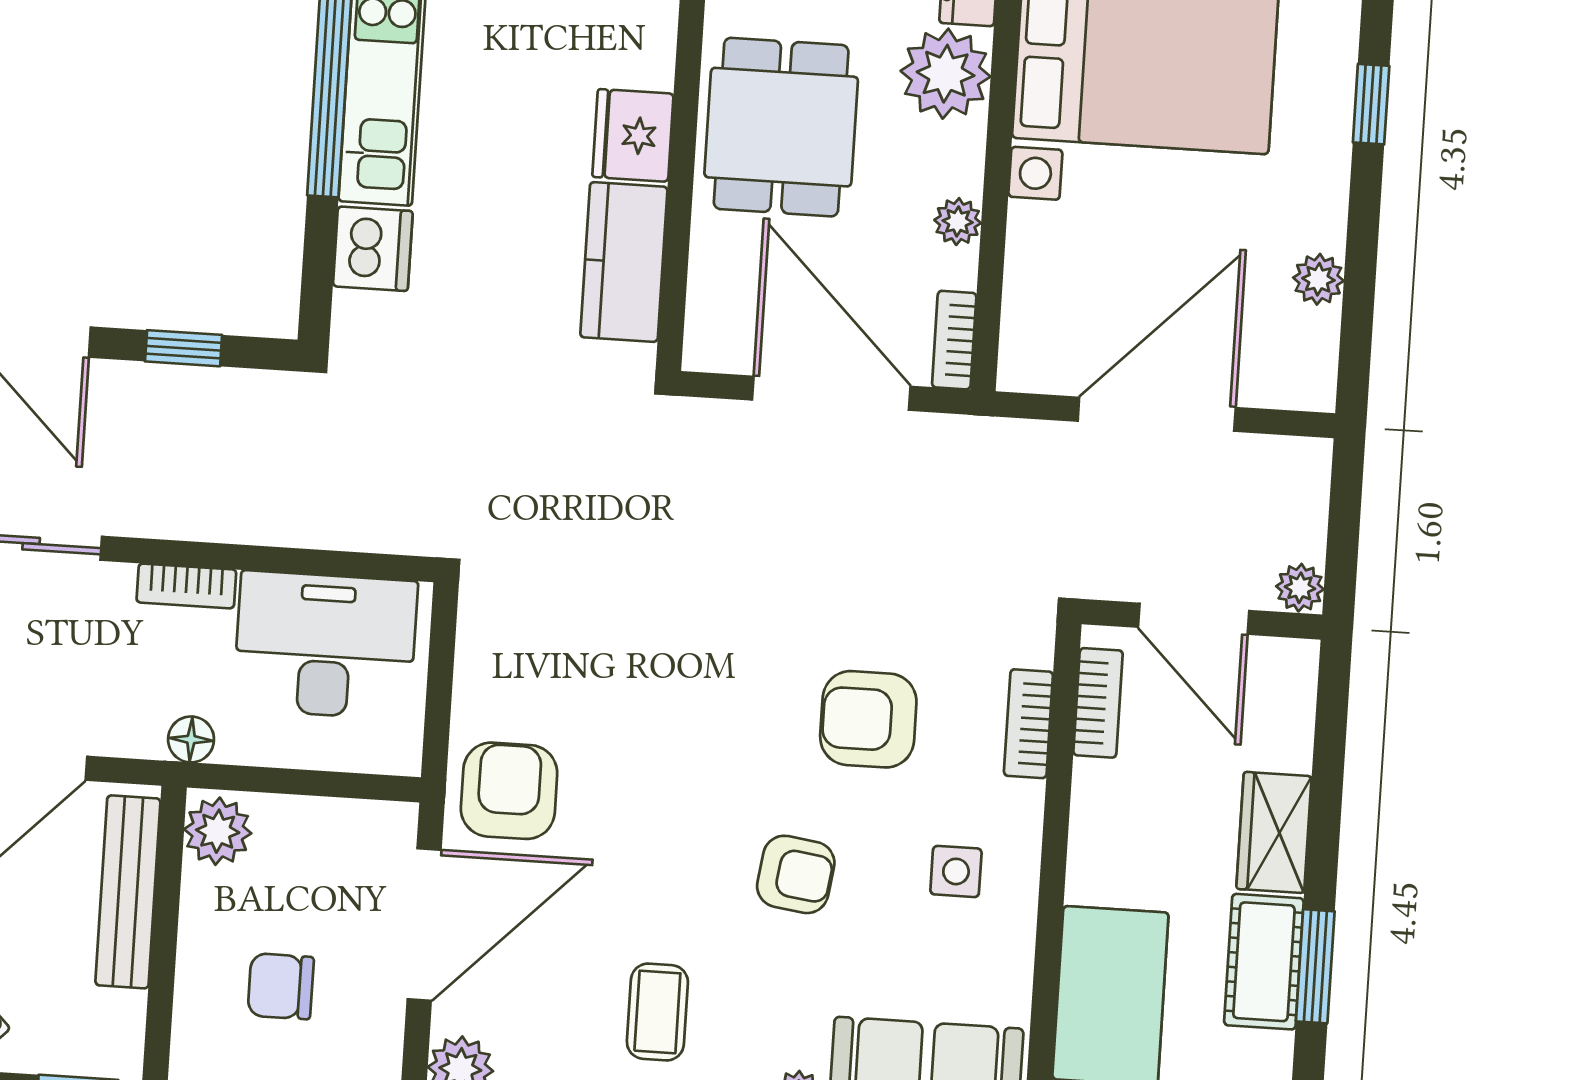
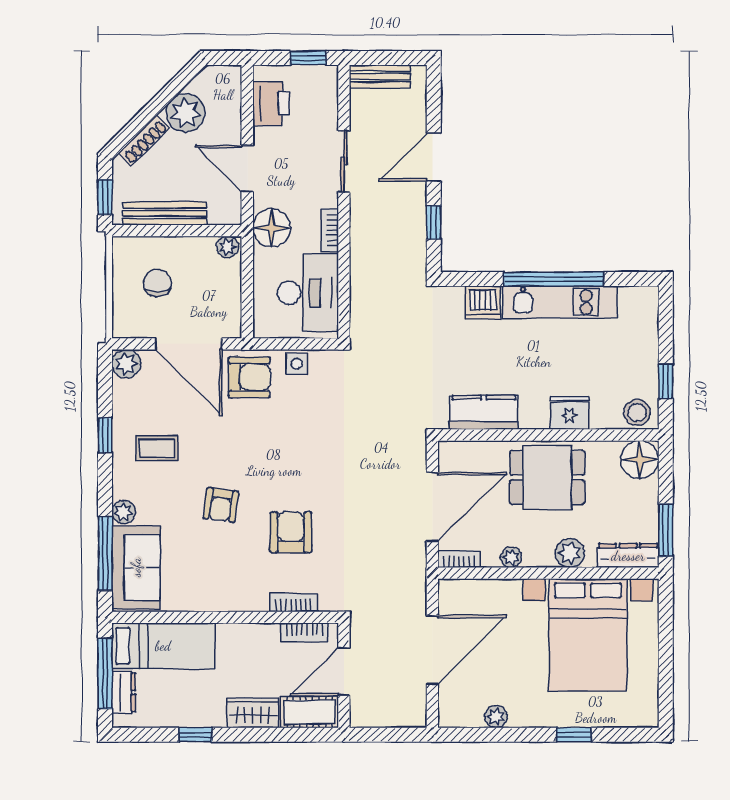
plant: (946, 74) -> (570, 553), width x0.73, depth x0.73
fridge: (633, 135) -> (570, 413), moved
door: (1157, 414) -> (432, 650), hinge flipped
plant: (1300, 588) -> (361, 717), removed
floor lamp: (191, 739) -> (272, 228), width x1.89, depth x1.89
plant: (218, 831) -> (228, 247), width x0.73, depth x0.73
side table: (956, 871) -> (297, 364), moved
bench: (128, 892) -> (165, 213), moved
cot: (1264, 962) -> (310, 712), moved
window: (1315, 966) -> (195, 735), width x0.67

